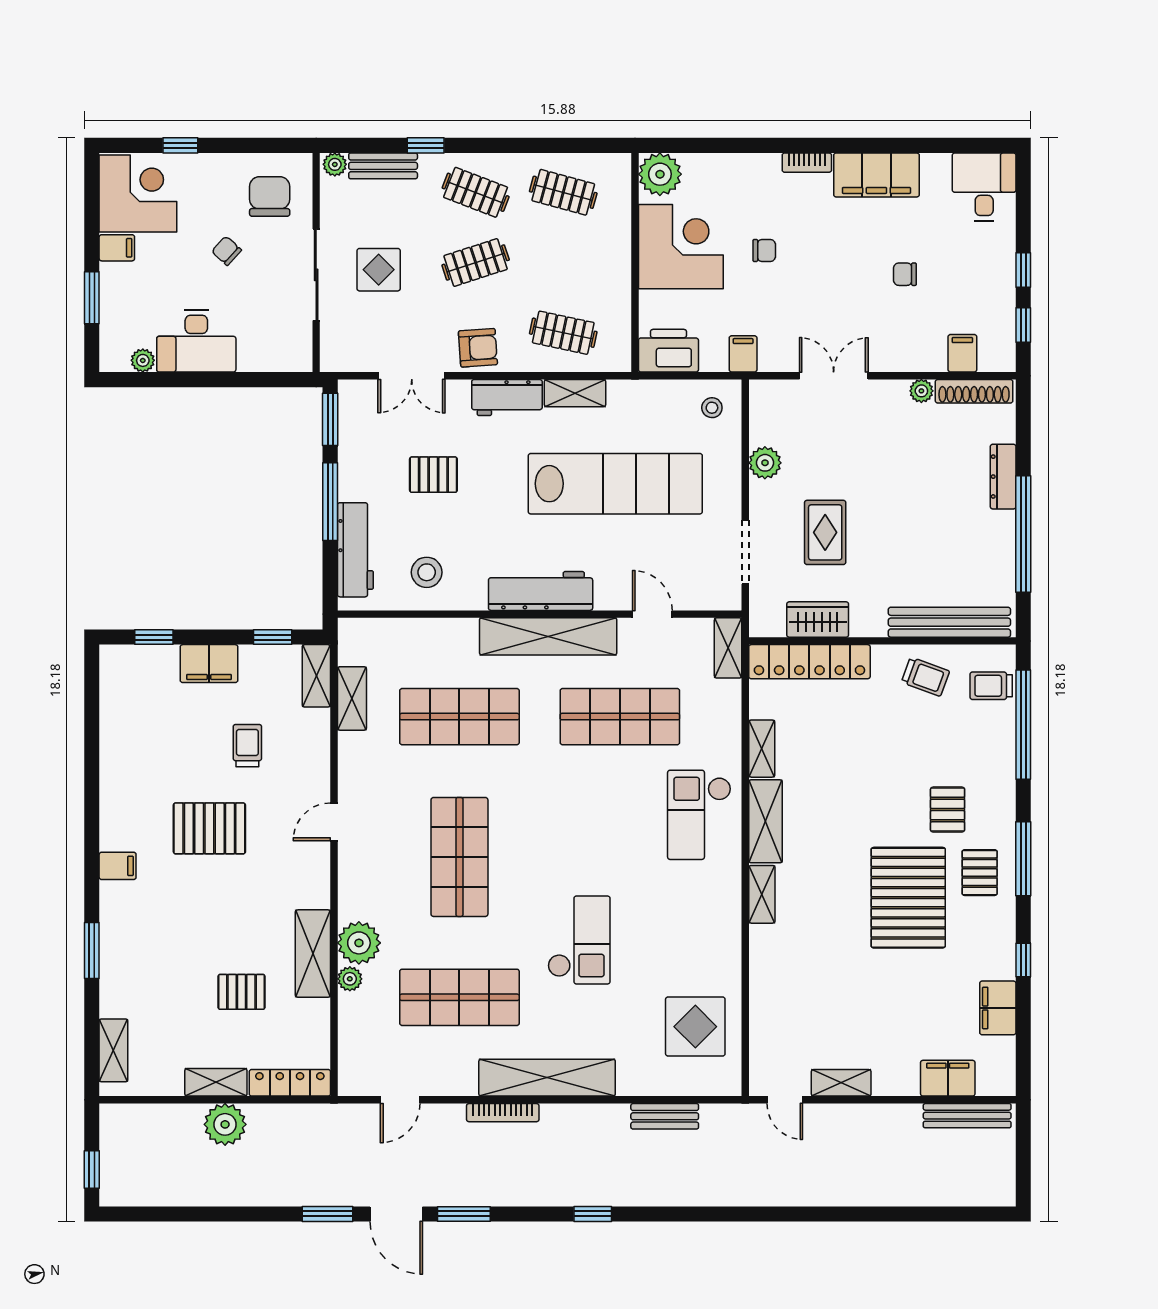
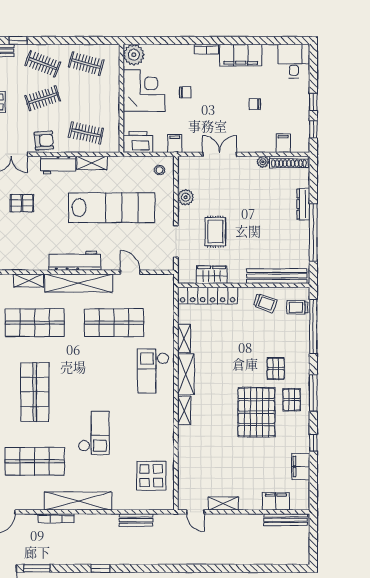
stool: (427, 572) -> (19, 251), removed
shelving: (728, 648) -> (29, 281), moved, turned 90

